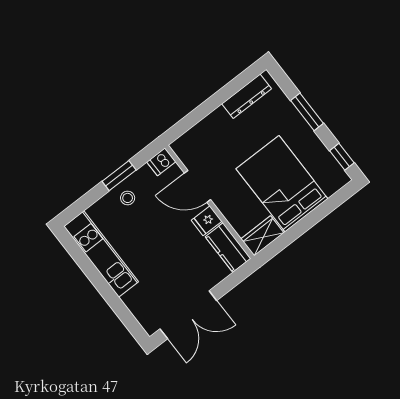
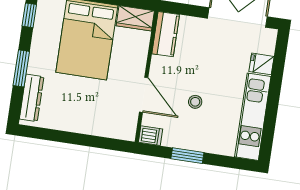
dresser: (247, 96) -> (32, 98), moved, turned 90
stool: (128, 198) -> (195, 102), moved
fridge: (207, 221) -> (262, 64), moved, turned 180

